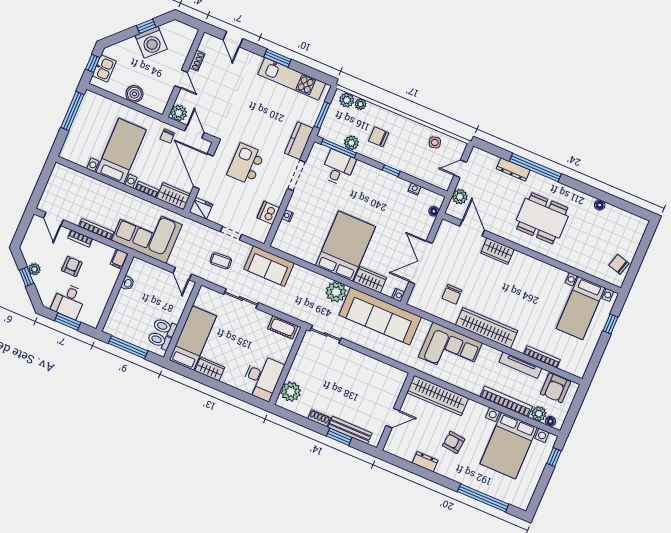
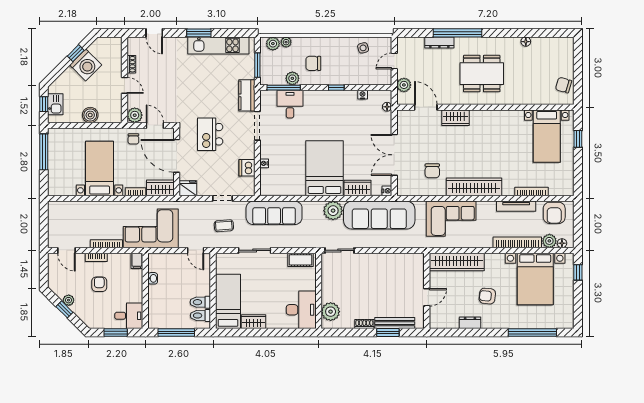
sofa: (269, 266) -> (274, 213), width x1.36
desk: (69, 301) -> (129, 316), moved, turned -90

